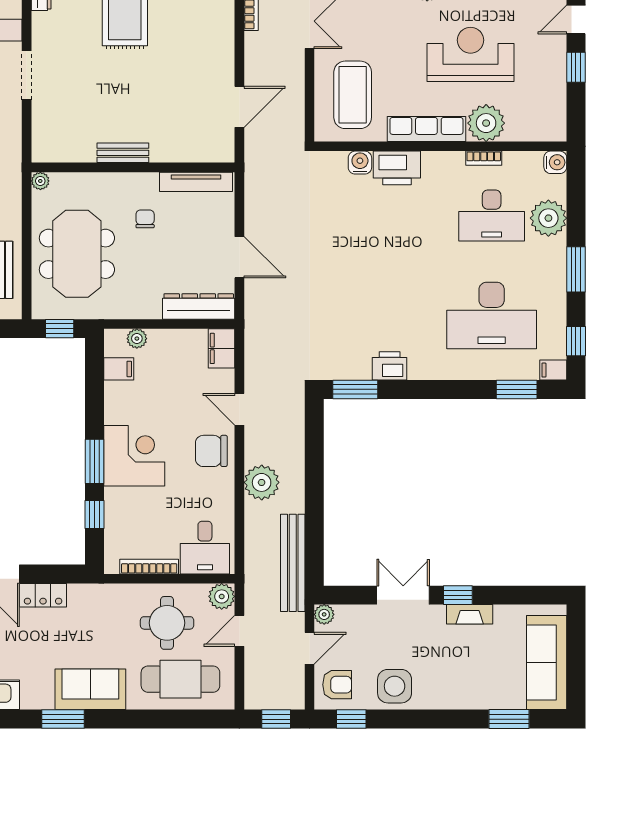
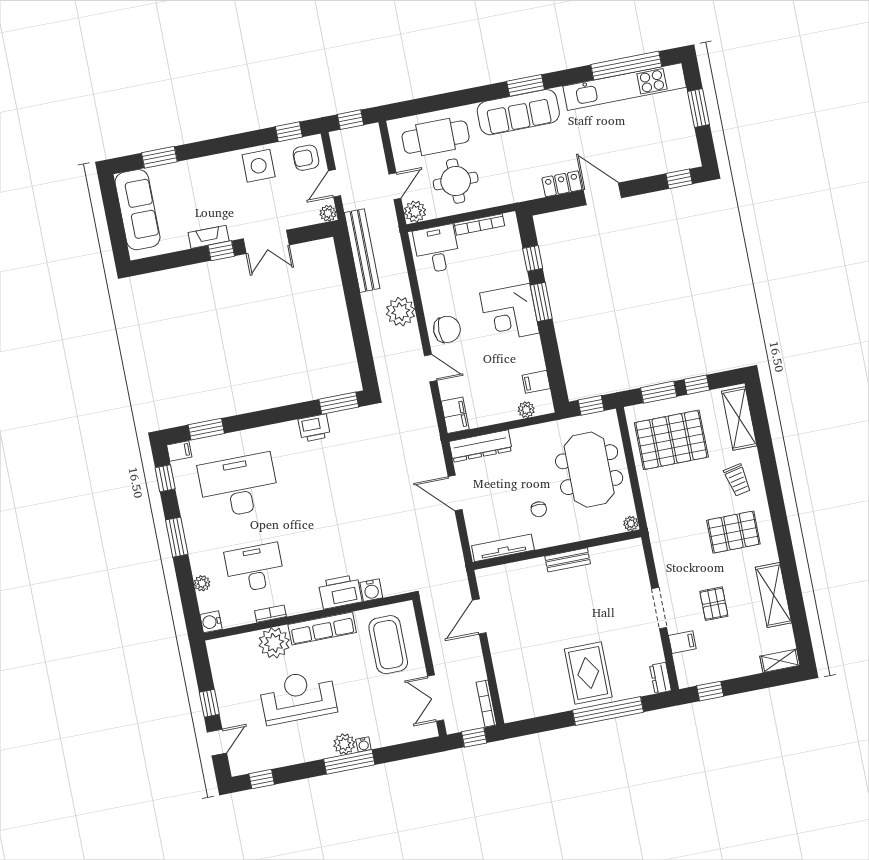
reception desk: (471, 54) -> (298, 697), turned 180
plant: (548, 218) -> (202, 583), width x0.53, depth x0.53
sofa: (90, 689) -> (518, 112), width x1.36

